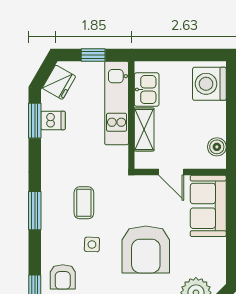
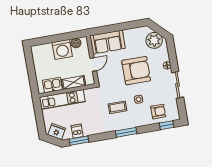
window: (93, 55) -> (39, 116), removed
washing machine: (209, 84) -> (62, 49), moved

